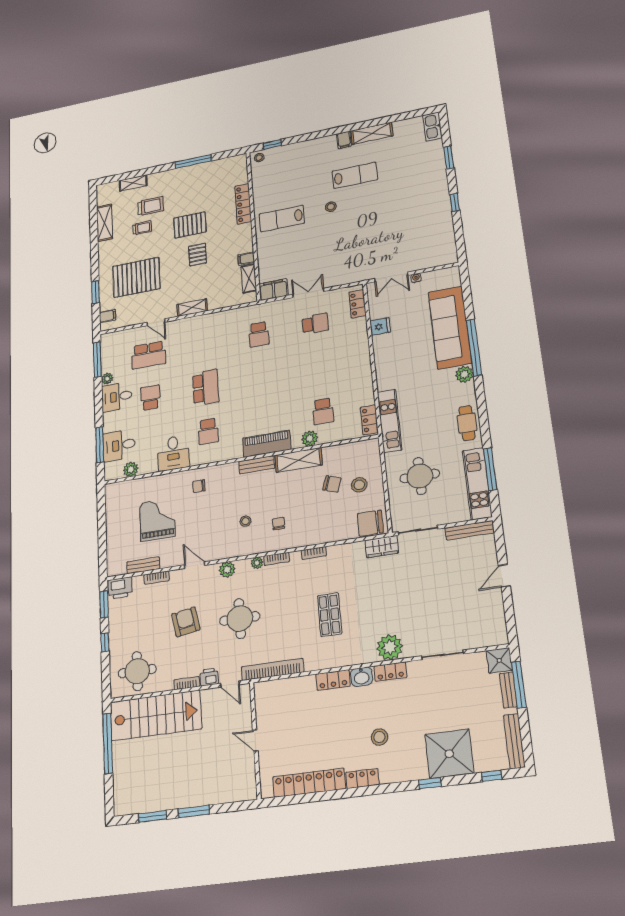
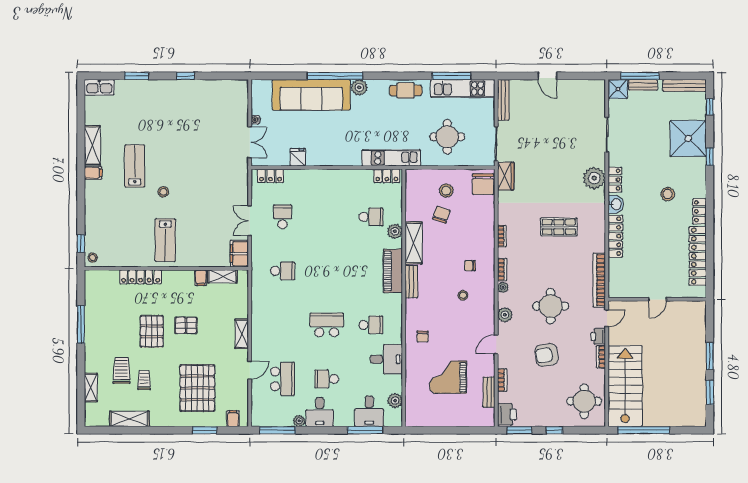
locker: (333, 680) -> (615, 236), width x1.53

